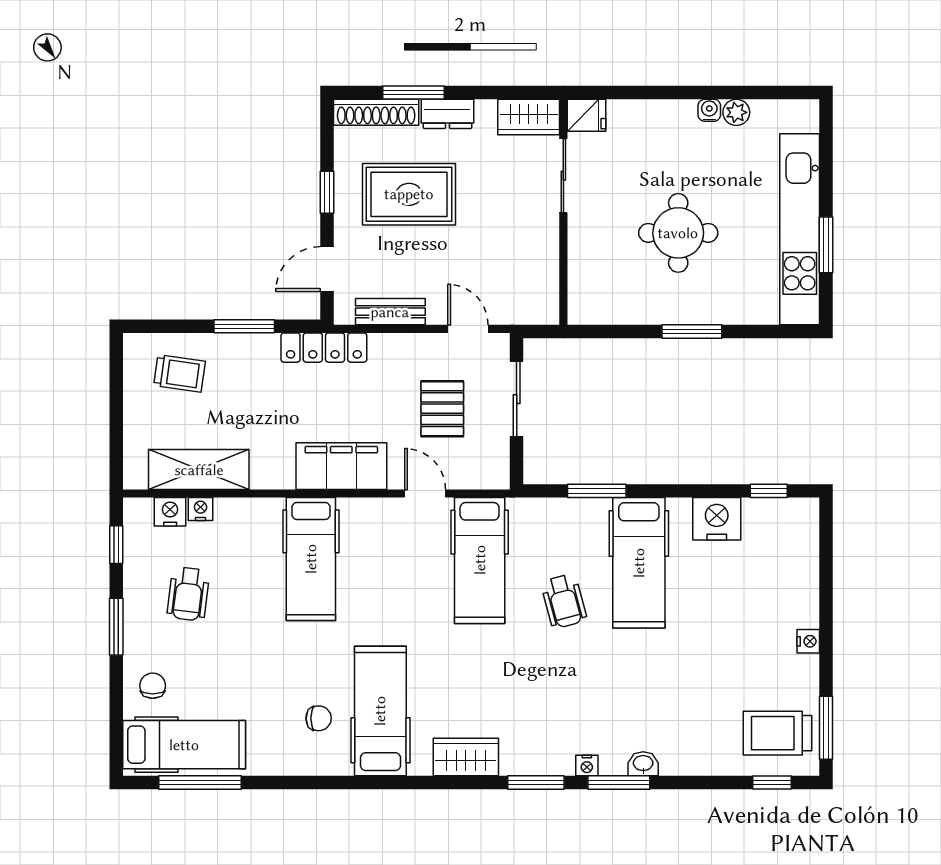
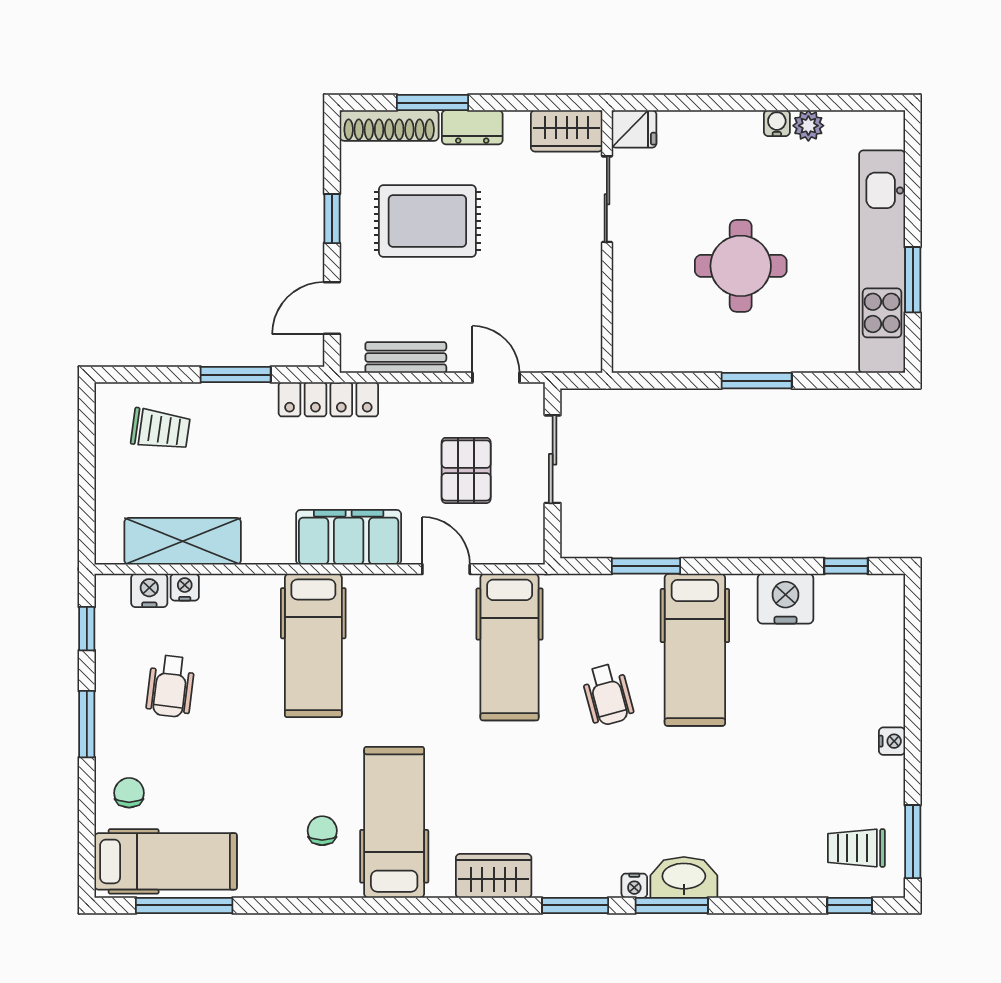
chair: (319, 718) -> (322, 831), turned -90
trolley: (778, 733) -> (856, 848), width x0.73, depth x0.72
washbasin: (643, 764) -> (684, 877), width x1.91, depth x1.45

